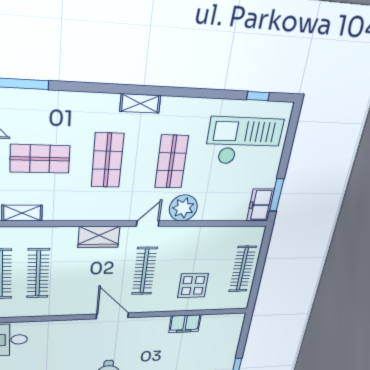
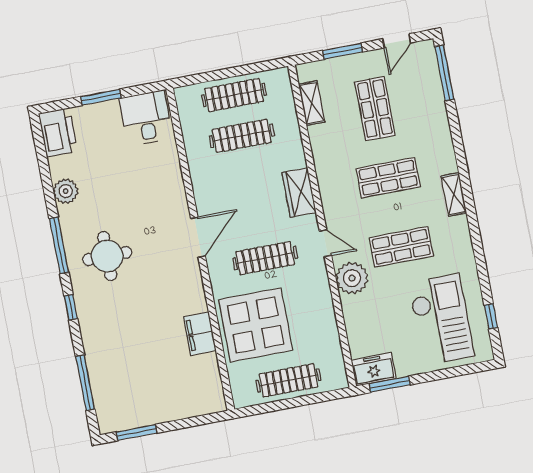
display table: (193, 286) -> (256, 325), width x1.86, depth x1.86

